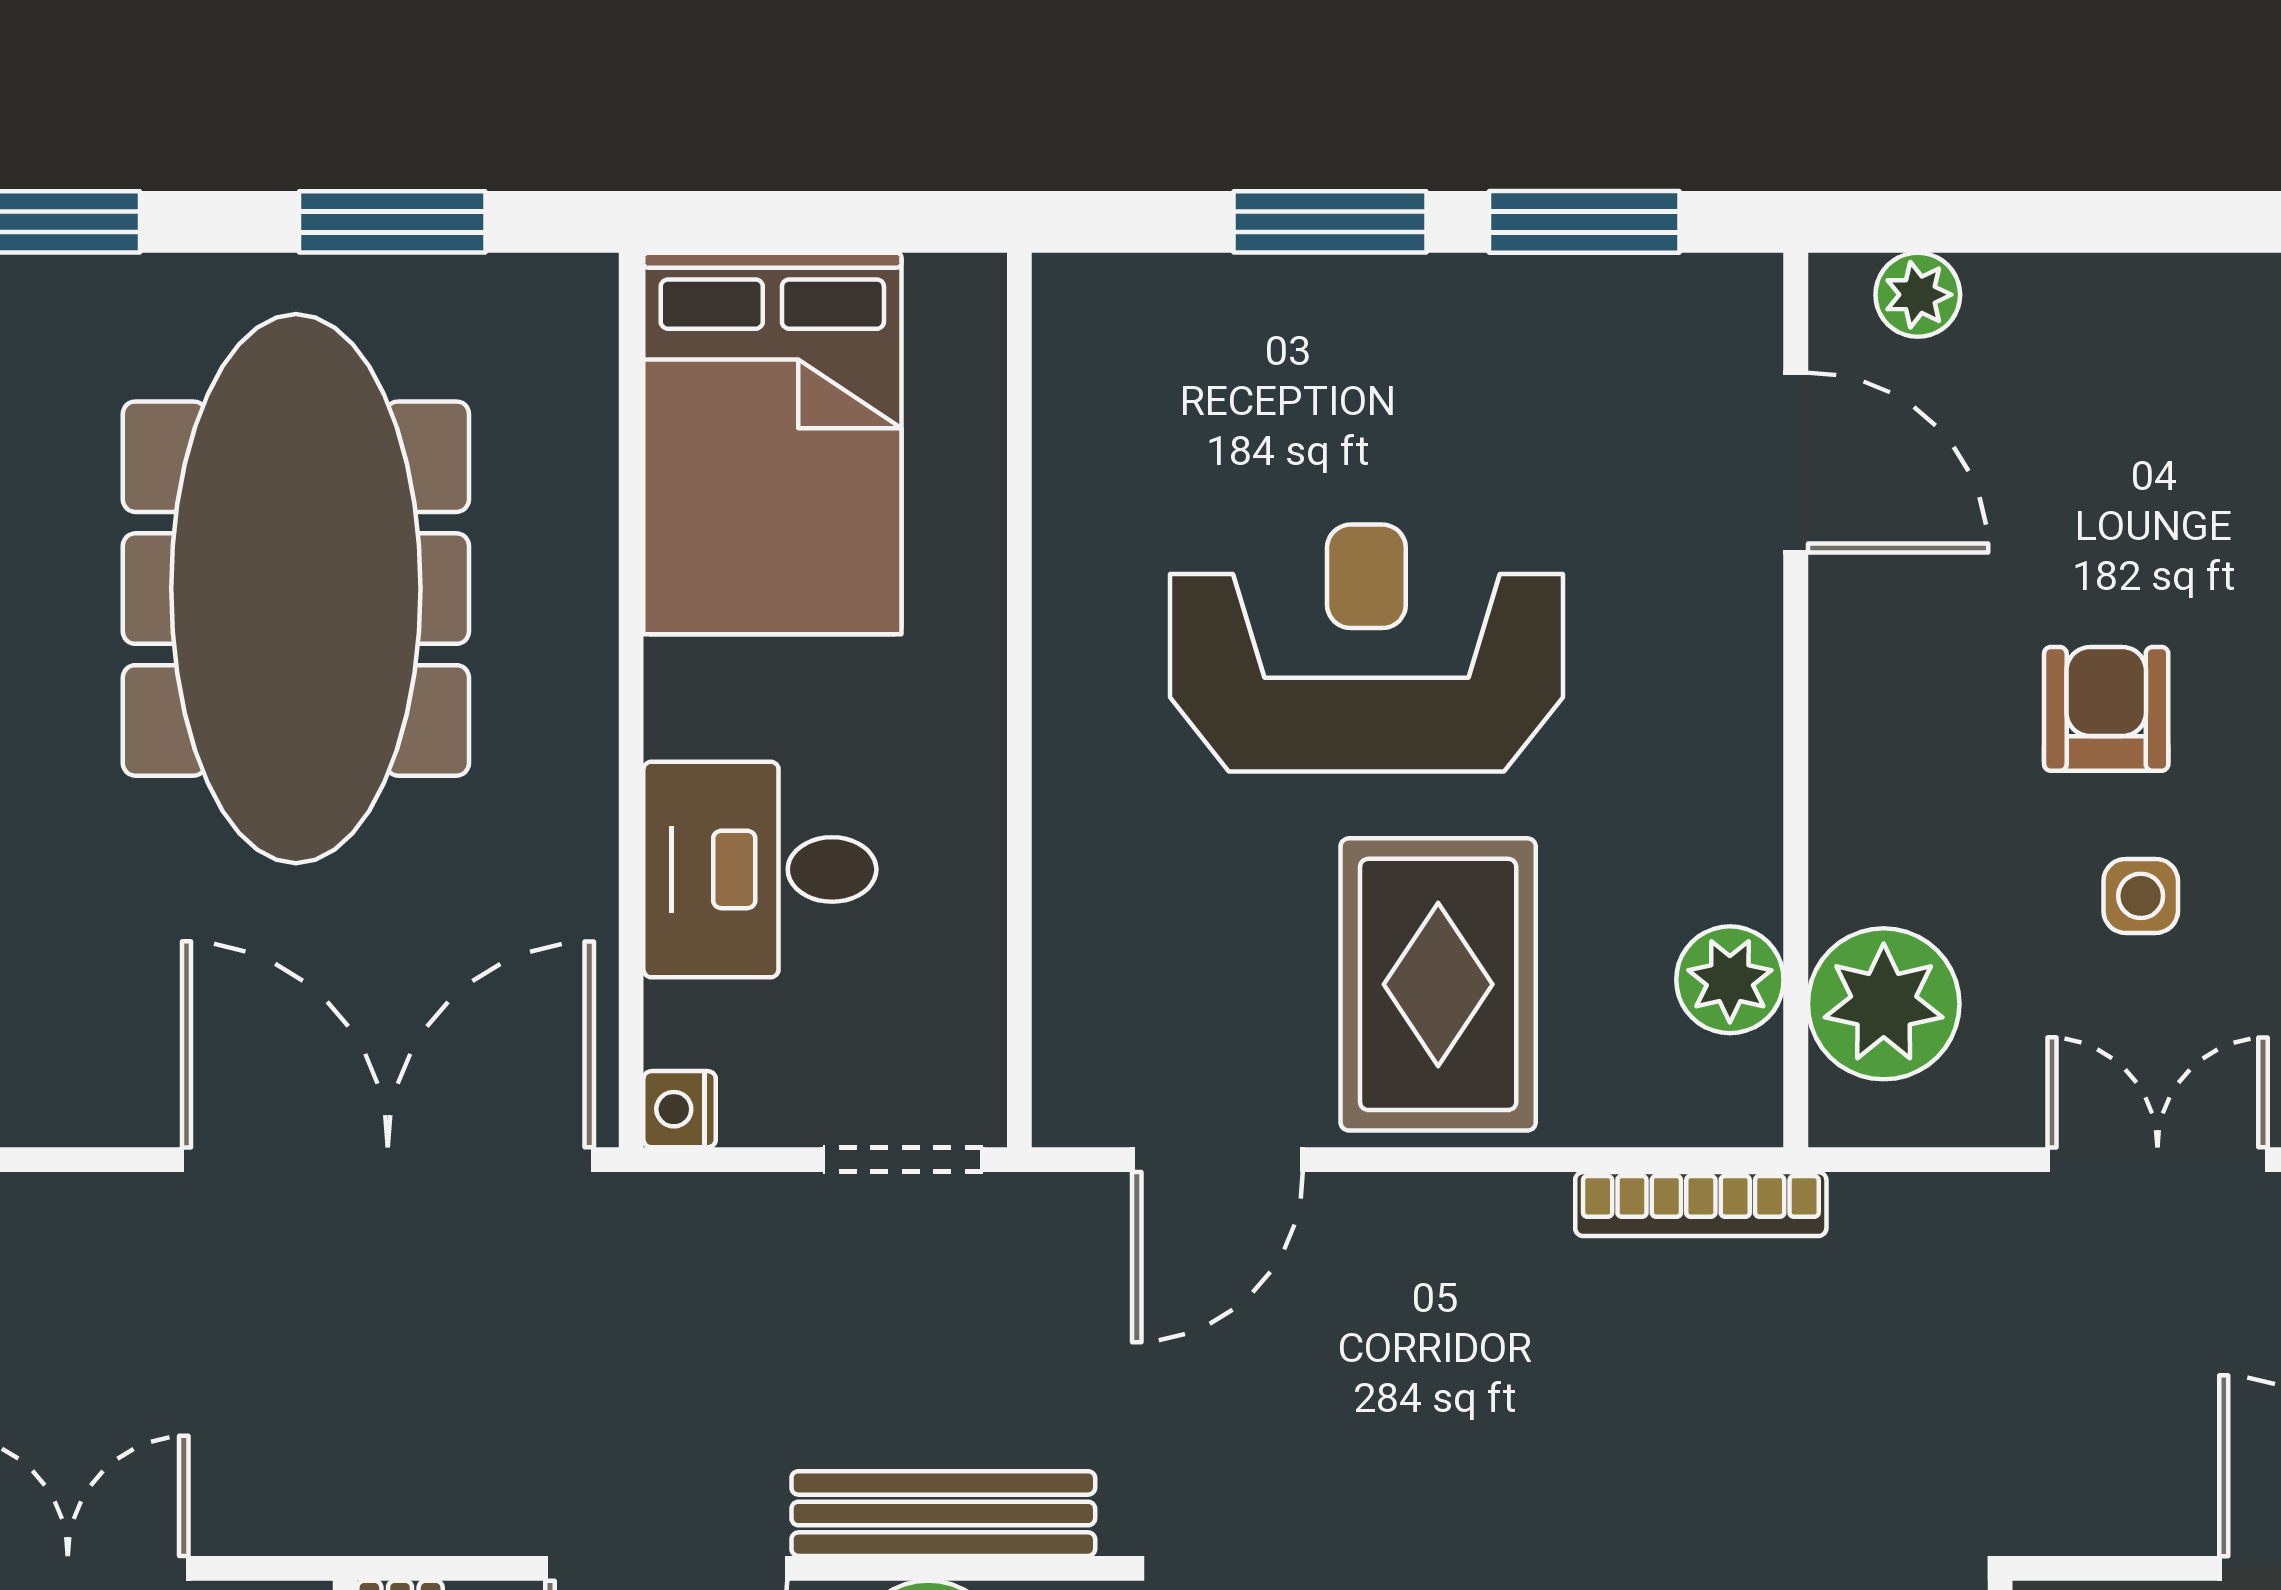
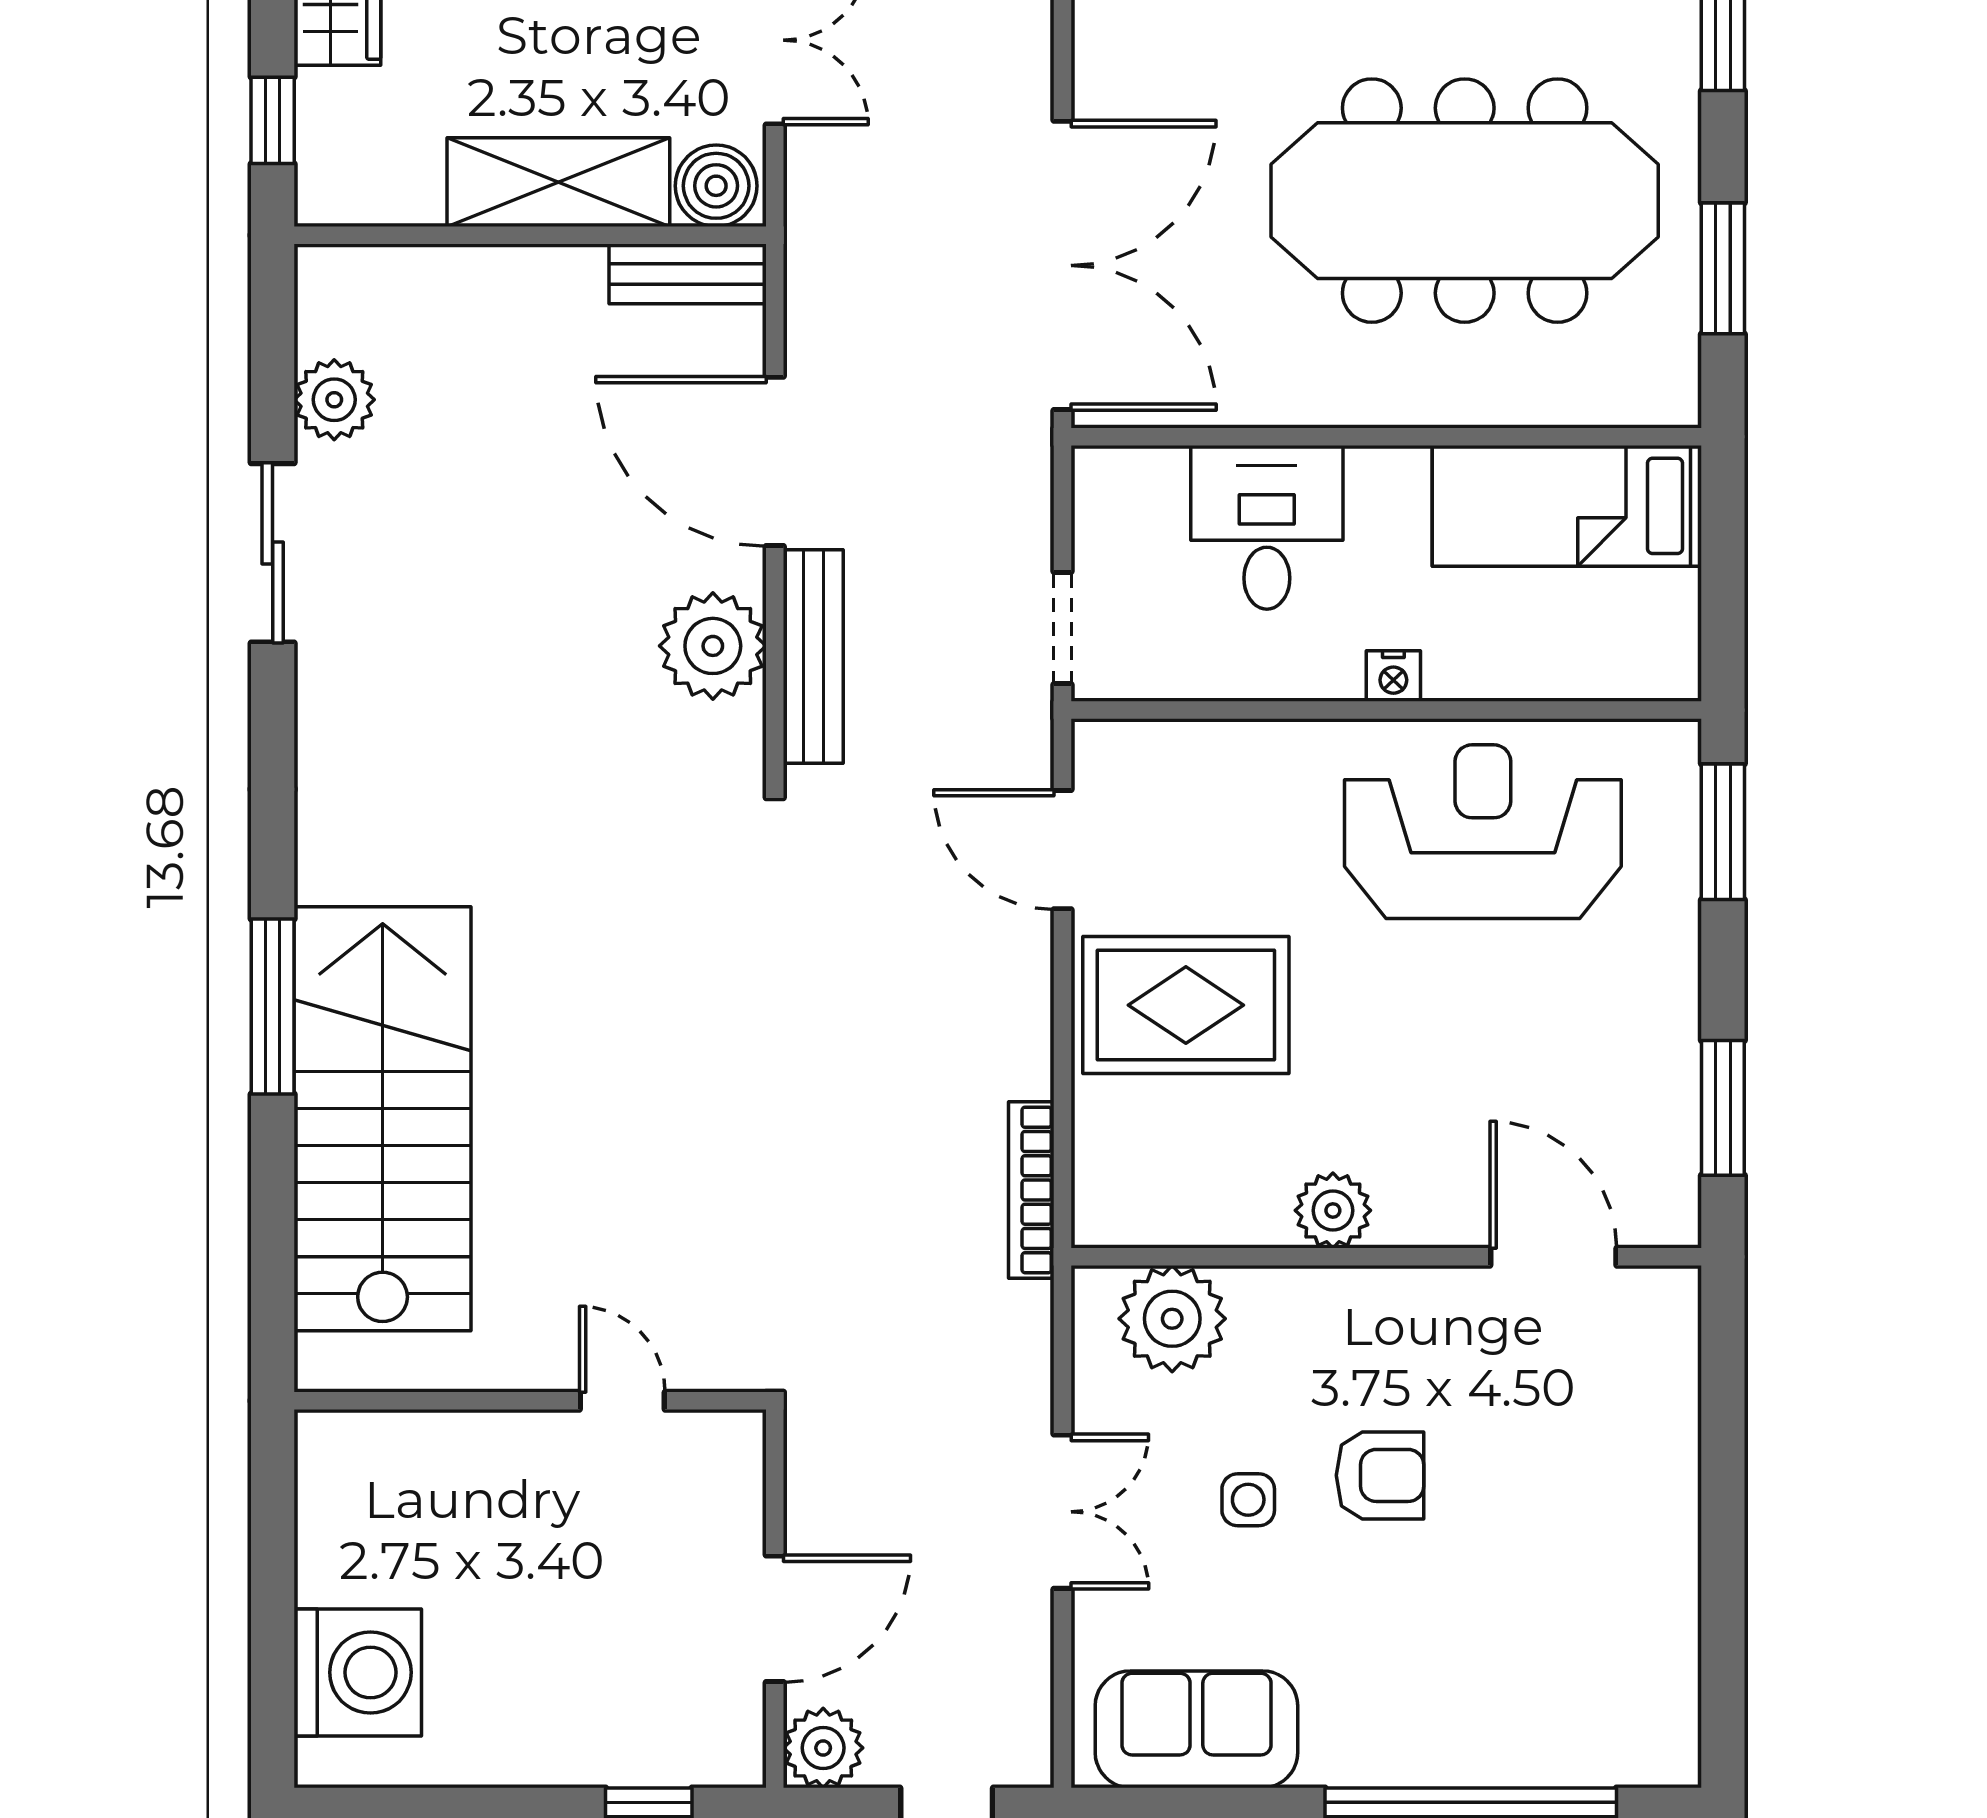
window: (1330, 222) -> (1723, 832), moved
plant: (1918, 295) -> (1672, 1343), removed
bed: (772, 443) -> (1567, 506), width x0.67
door: (1796, 463) -> (1553, 1257), swing flipped
reception desk: (1366, 648) -> (1483, 832), moved, turned -90
plant: (1730, 980) -> (1333, 1210), moved
nightstand: (680, 1109) -> (1393, 676), moved, turned 180

